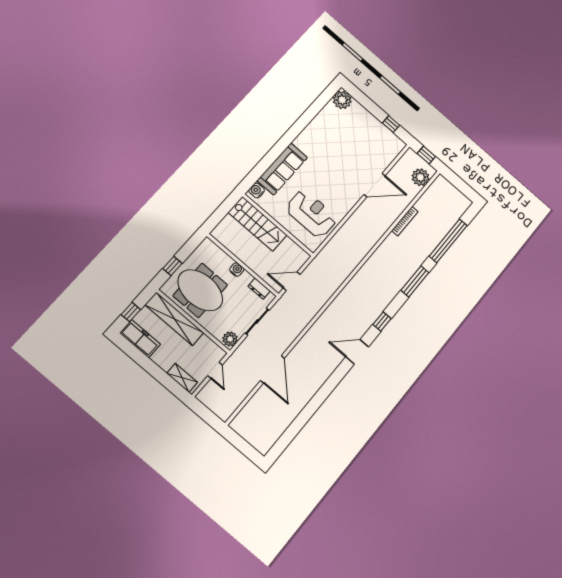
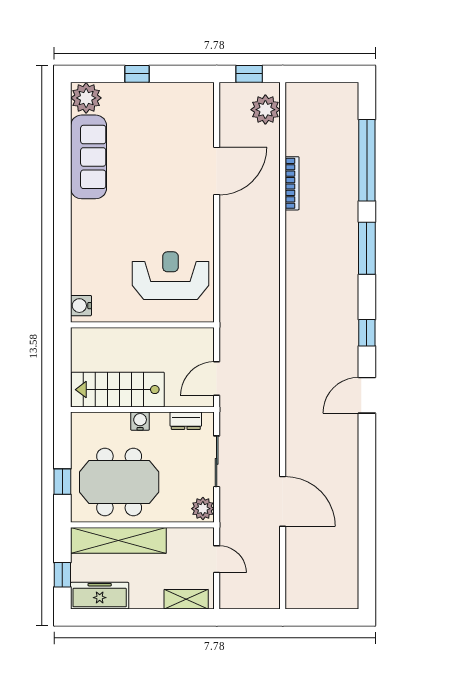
window: (391, 124) -> (137, 74), moved
sofa: (282, 169) -> (89, 157), moved
stairs: (258, 224) -> (118, 390), moved, turned 180

